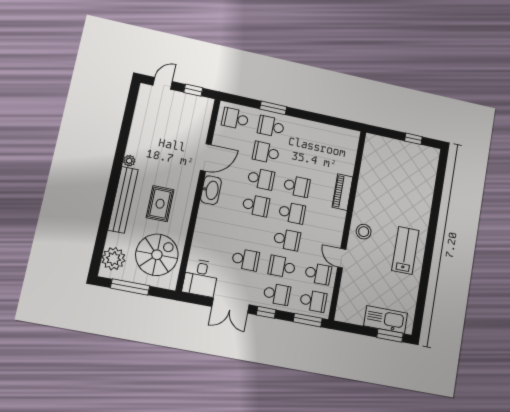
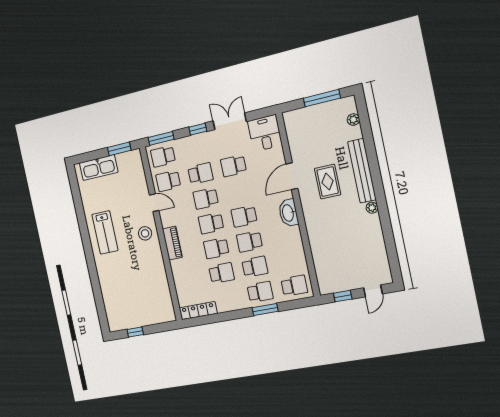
locker: (340, 134) -> (198, 311), added
door: (206, 157) -> (292, 176), moved
piano: (342, 192) -> (172, 243), moved
spiral stairs: (157, 255) -> (311, 136), removed
plant: (113, 259) -> (353, 120), width x0.53, depth x0.53
school desk: (277, 294) -> (222, 273), moved, turned 180
window: (390, 335) -> (119, 149), moved

